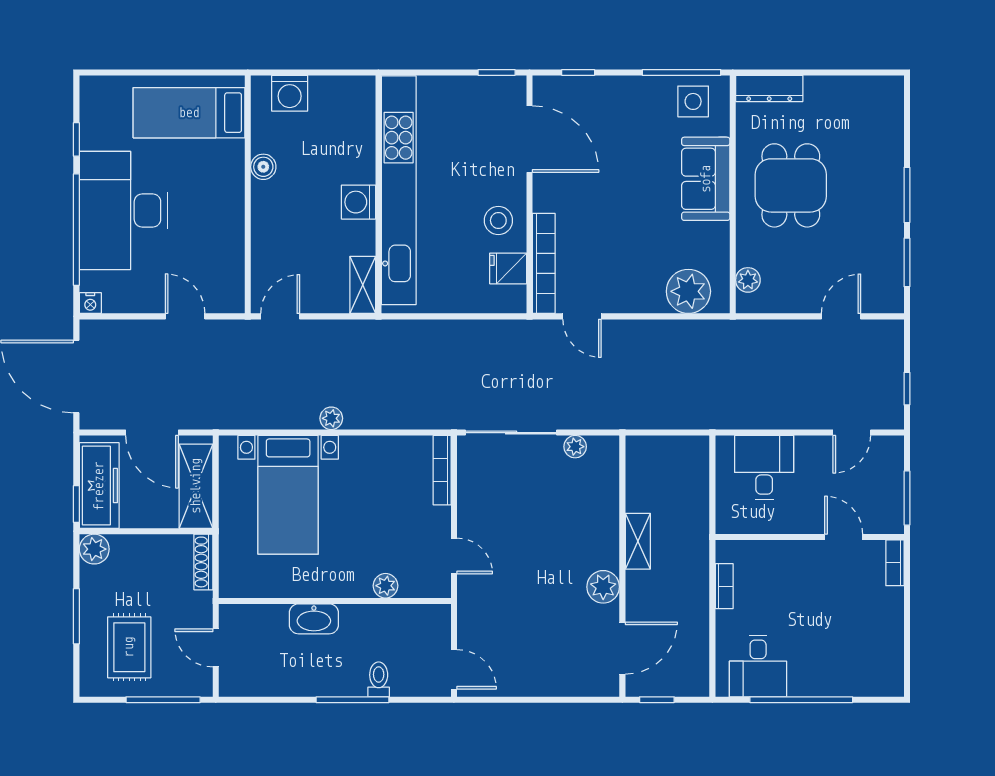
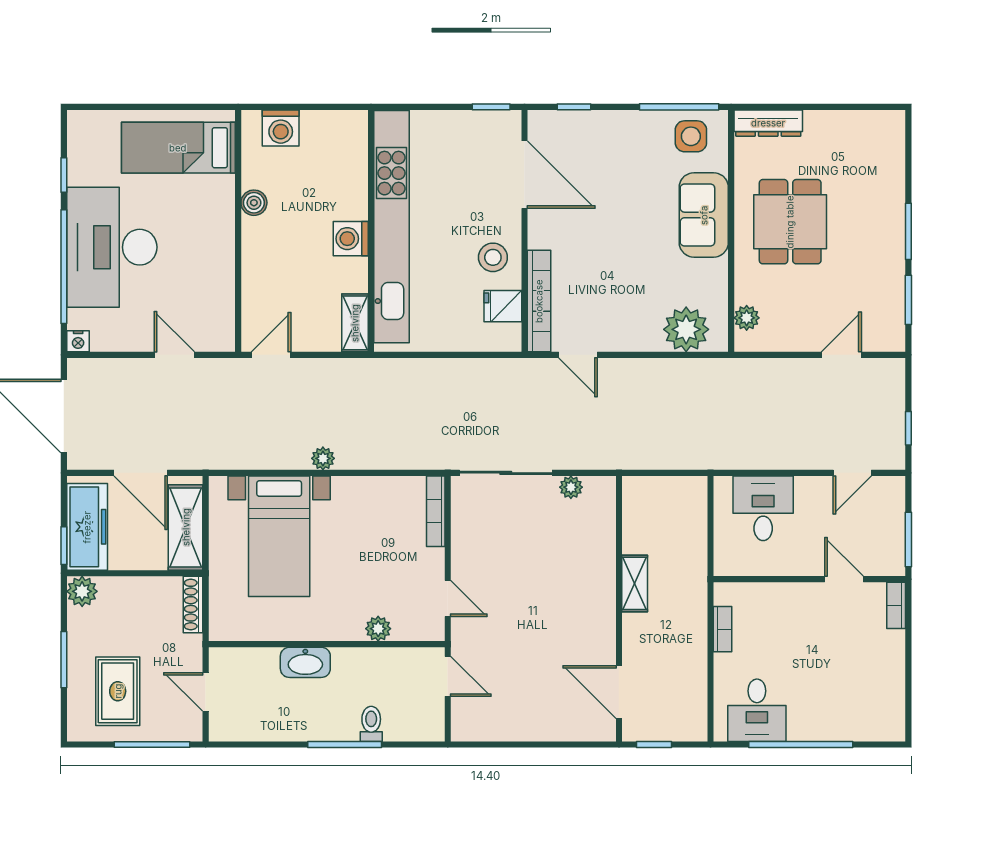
plant: (603, 587) -> (599, 630), removed
door: (622, 648) -> (619, 692), swing flipped
door: (454, 669) -> (448, 676), moved

